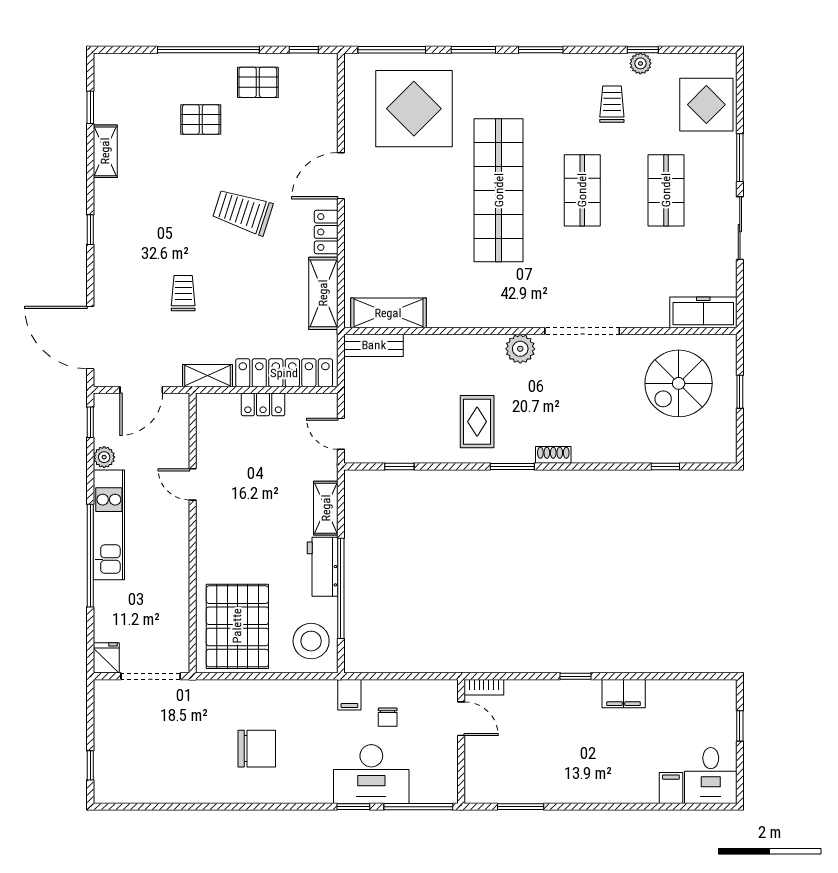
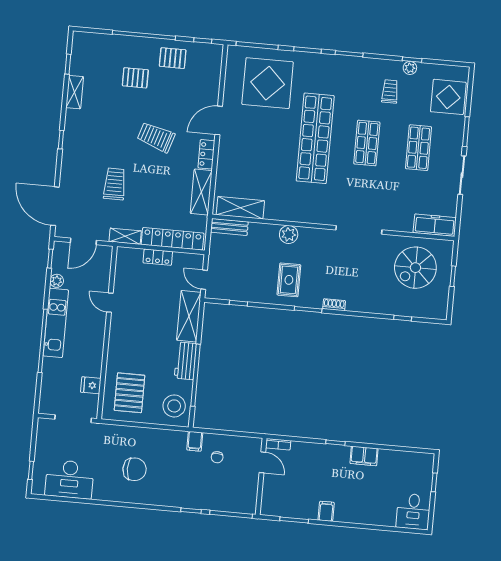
trolley: (183, 293) -> (115, 184), width x1.36, depth x1.39
plant: (520, 349) -> (289, 234), moved
shelving: (326, 508) -> (189, 316), width x1.50, depth x1.33
pallet: (237, 626) -> (129, 393), width x0.73, depth x0.71
fridge: (106, 658) -> (91, 385), moved, turned -90
desk: (371, 774) -> (69, 479), moved
filing cabinet: (671, 788) -> (326, 511), moved

